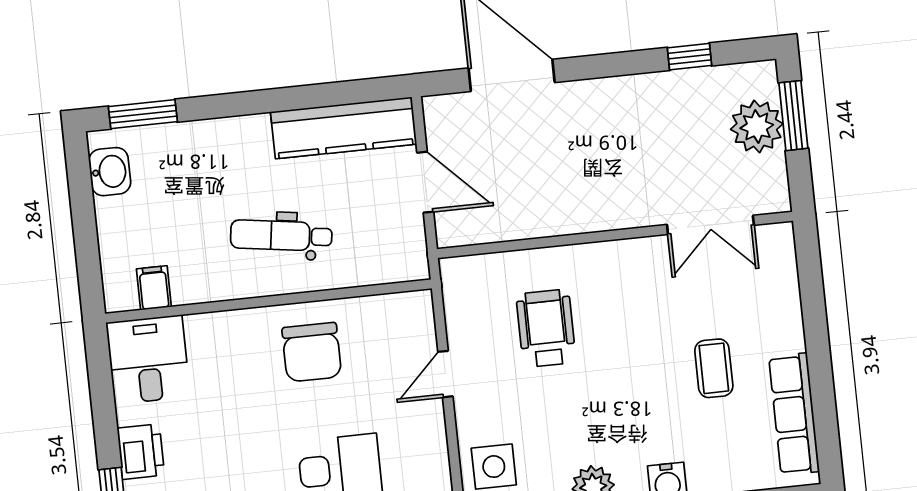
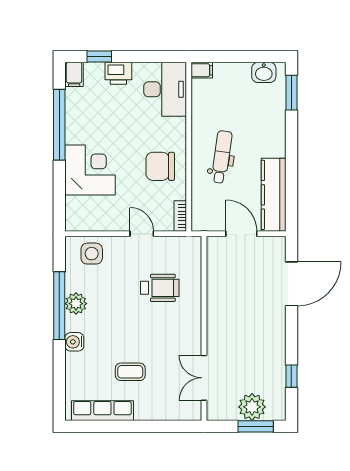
door: (425, 182) -> (241, 234), swing flipped
filing cabinet: (154, 288) -> (202, 70), moved
bookcase: (403, 303) -> (180, 216), added
desk: (148, 360) -> (165, 89), width x1.37

